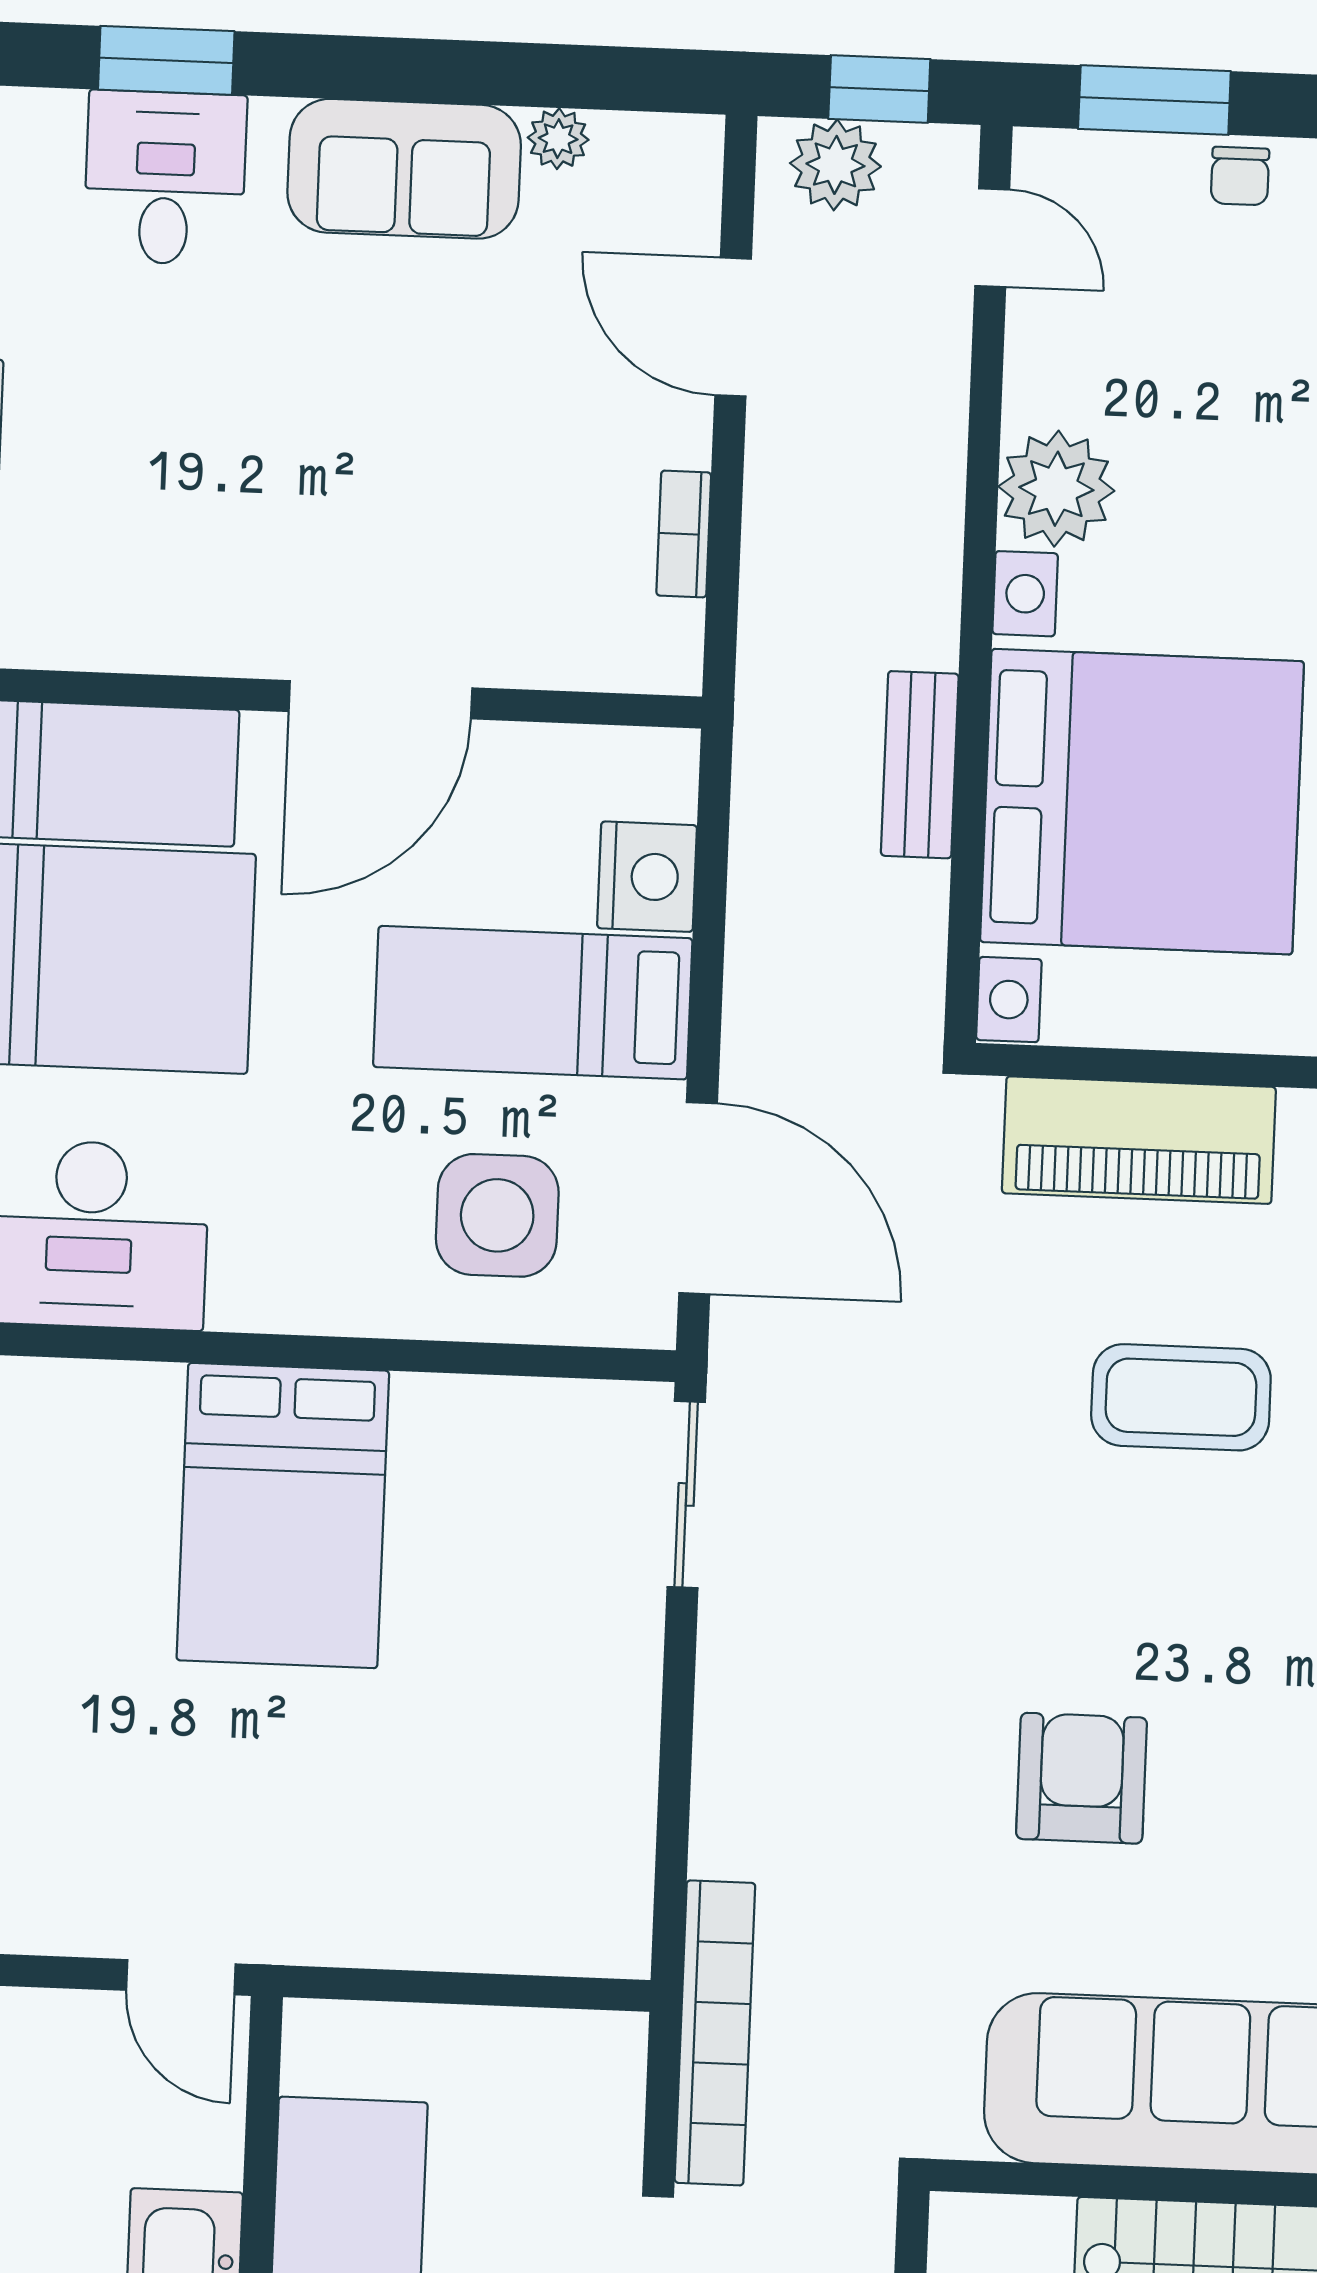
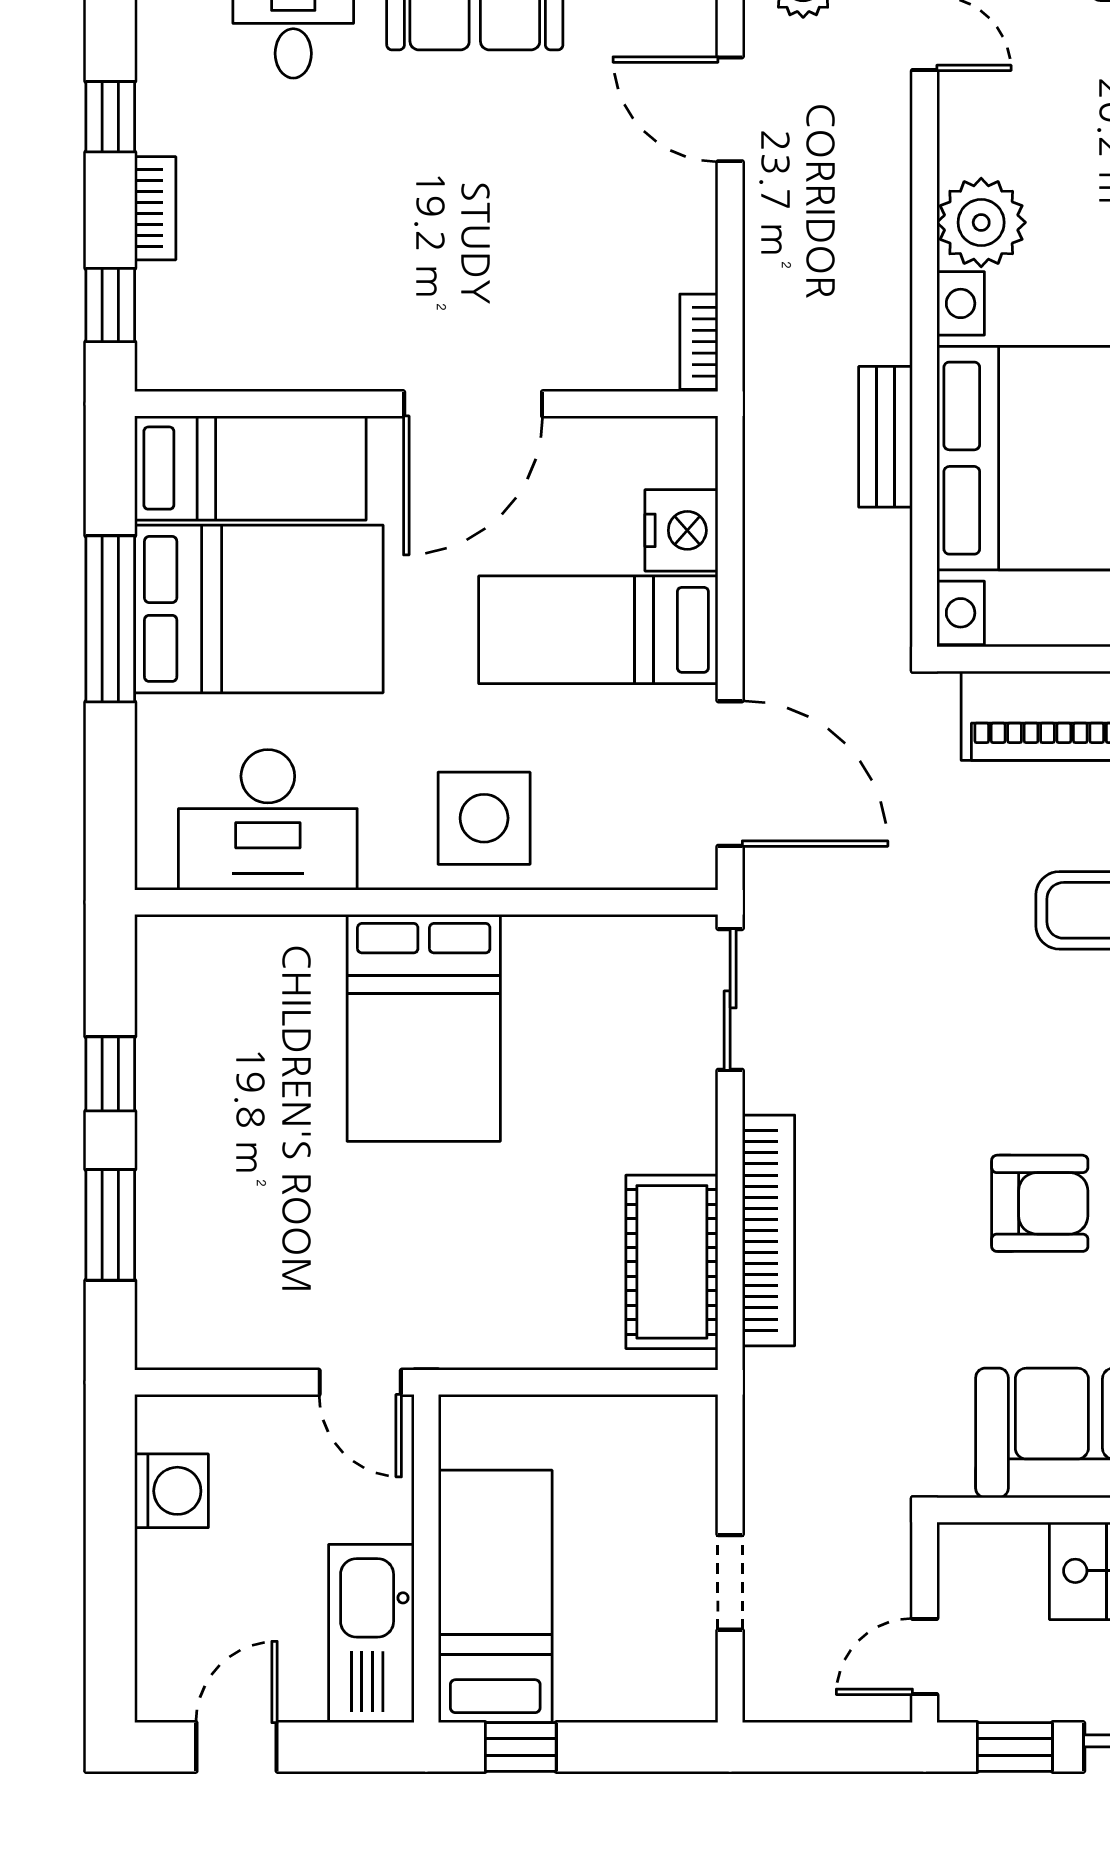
bookcase: (684, 534) -> (699, 342), moved
side table: (497, 1215) -> (484, 818), moved
armchair: (1082, 1778) -> (1040, 1203), turned 90
cot: (596, 1836) -> (672, 1262), added
bookcase: (715, 2033) -> (768, 1230), moved

